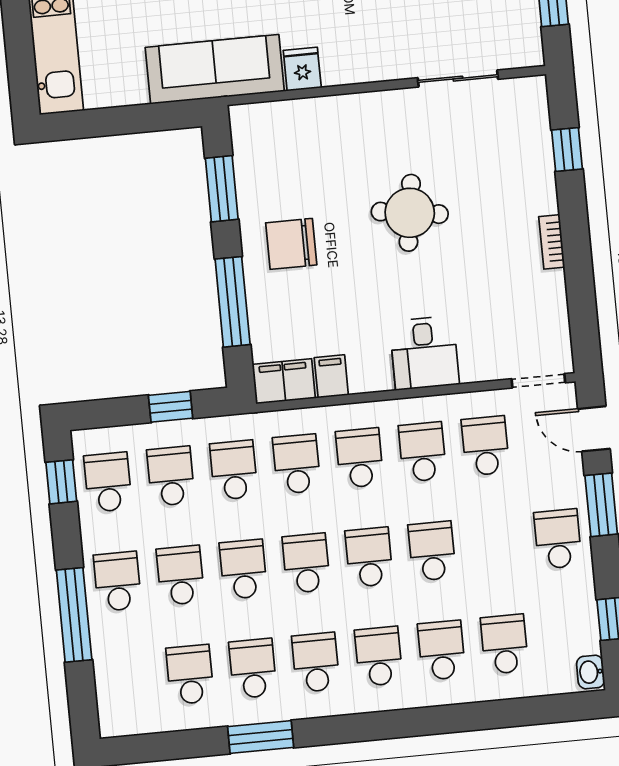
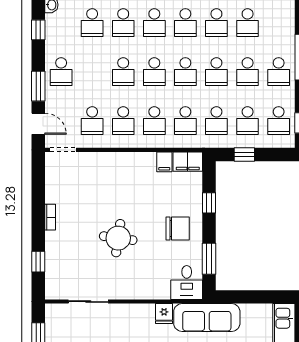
window: (233, 302) -> (209, 203), width x0.46
desk: (424, 353) -> (187, 282), moved, turned 180

